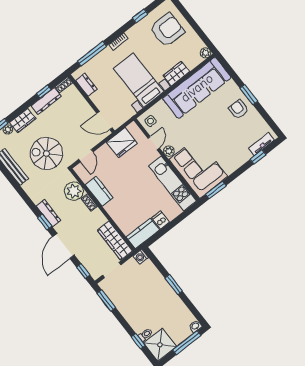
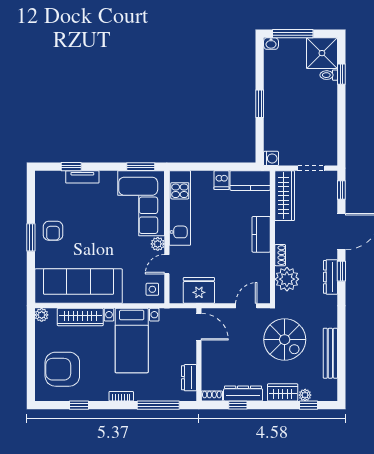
wardrobe: (176, 74) -> (80, 317), width x1.50
tv unit: (261, 144) -> (82, 177), moved
kitchen counter: (99, 191) -> (261, 234), moved
window: (106, 300) -> (341, 142), removed

